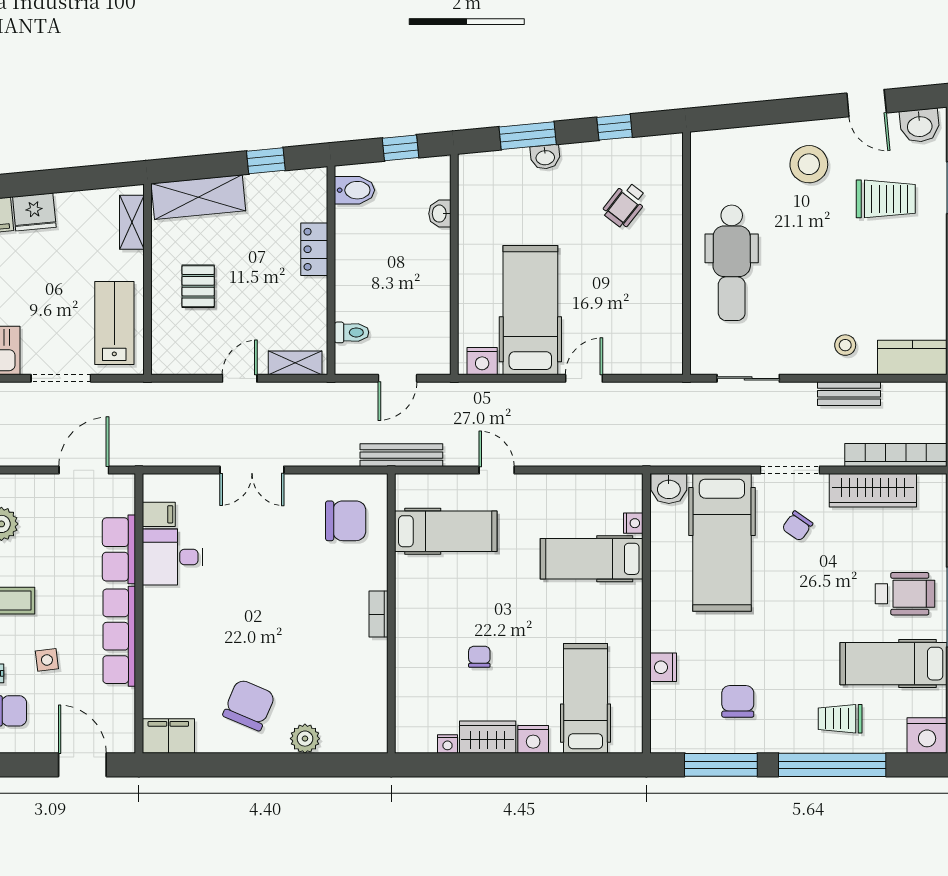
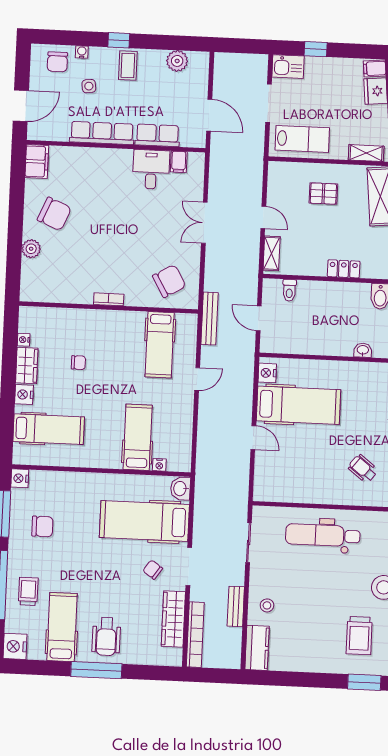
chair: (346, 521) -> (169, 281), turned -120
nightstand: (663, 667) -> (20, 478), moved, turned -90

